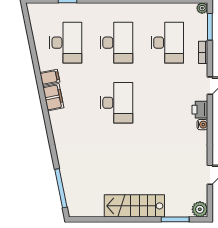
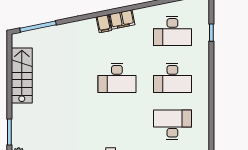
desk: (167, 43) -> (172, 125), turned 180
filing cabinet: (50, 77) -> (104, 24), moved
stairs: (134, 206) -> (22, 75), moved

